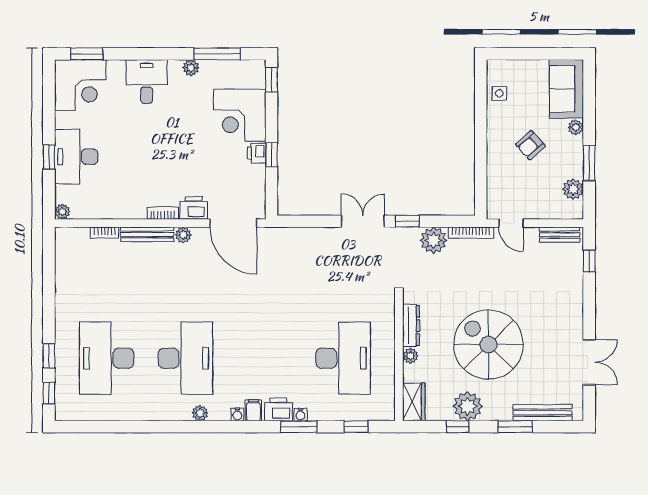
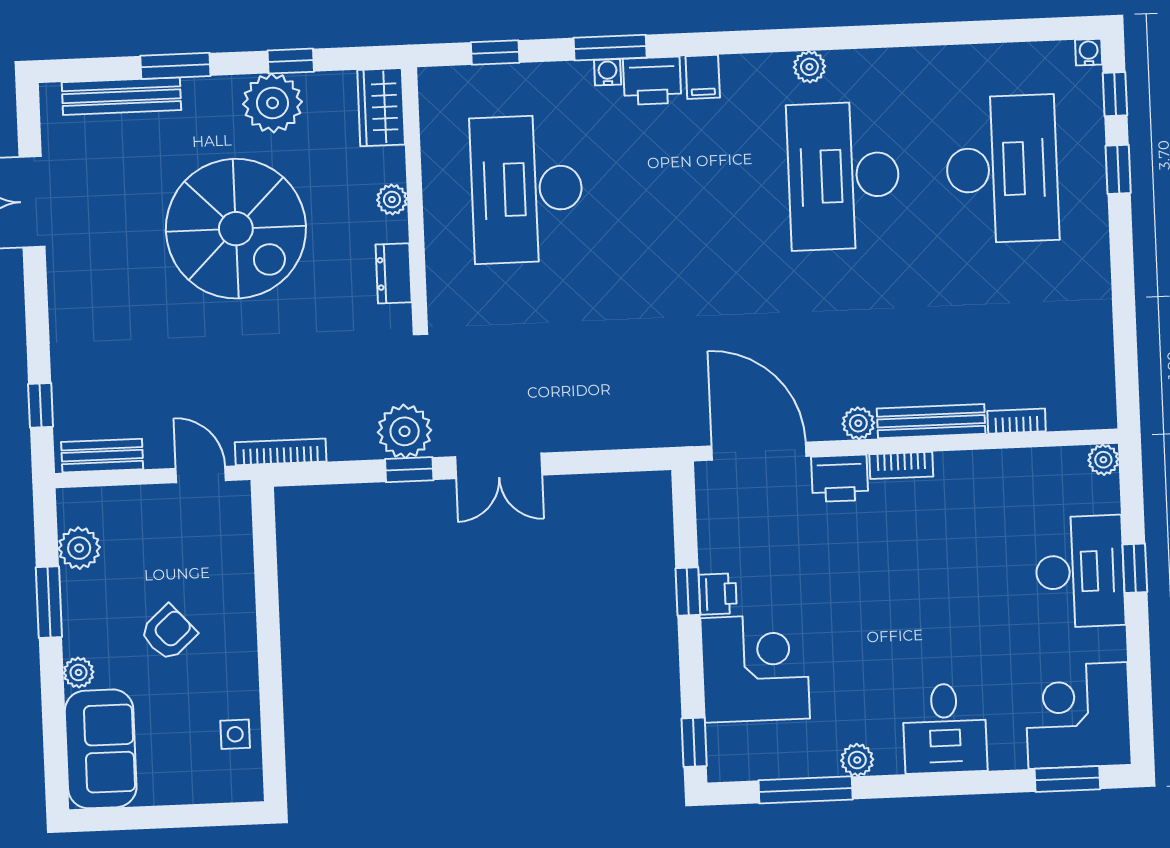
plant: (433, 240) -> (405, 431), moved
dresser: (411, 326) -> (394, 273), width x0.70
water cooler: (237, 415) -> (1089, 52), moved

